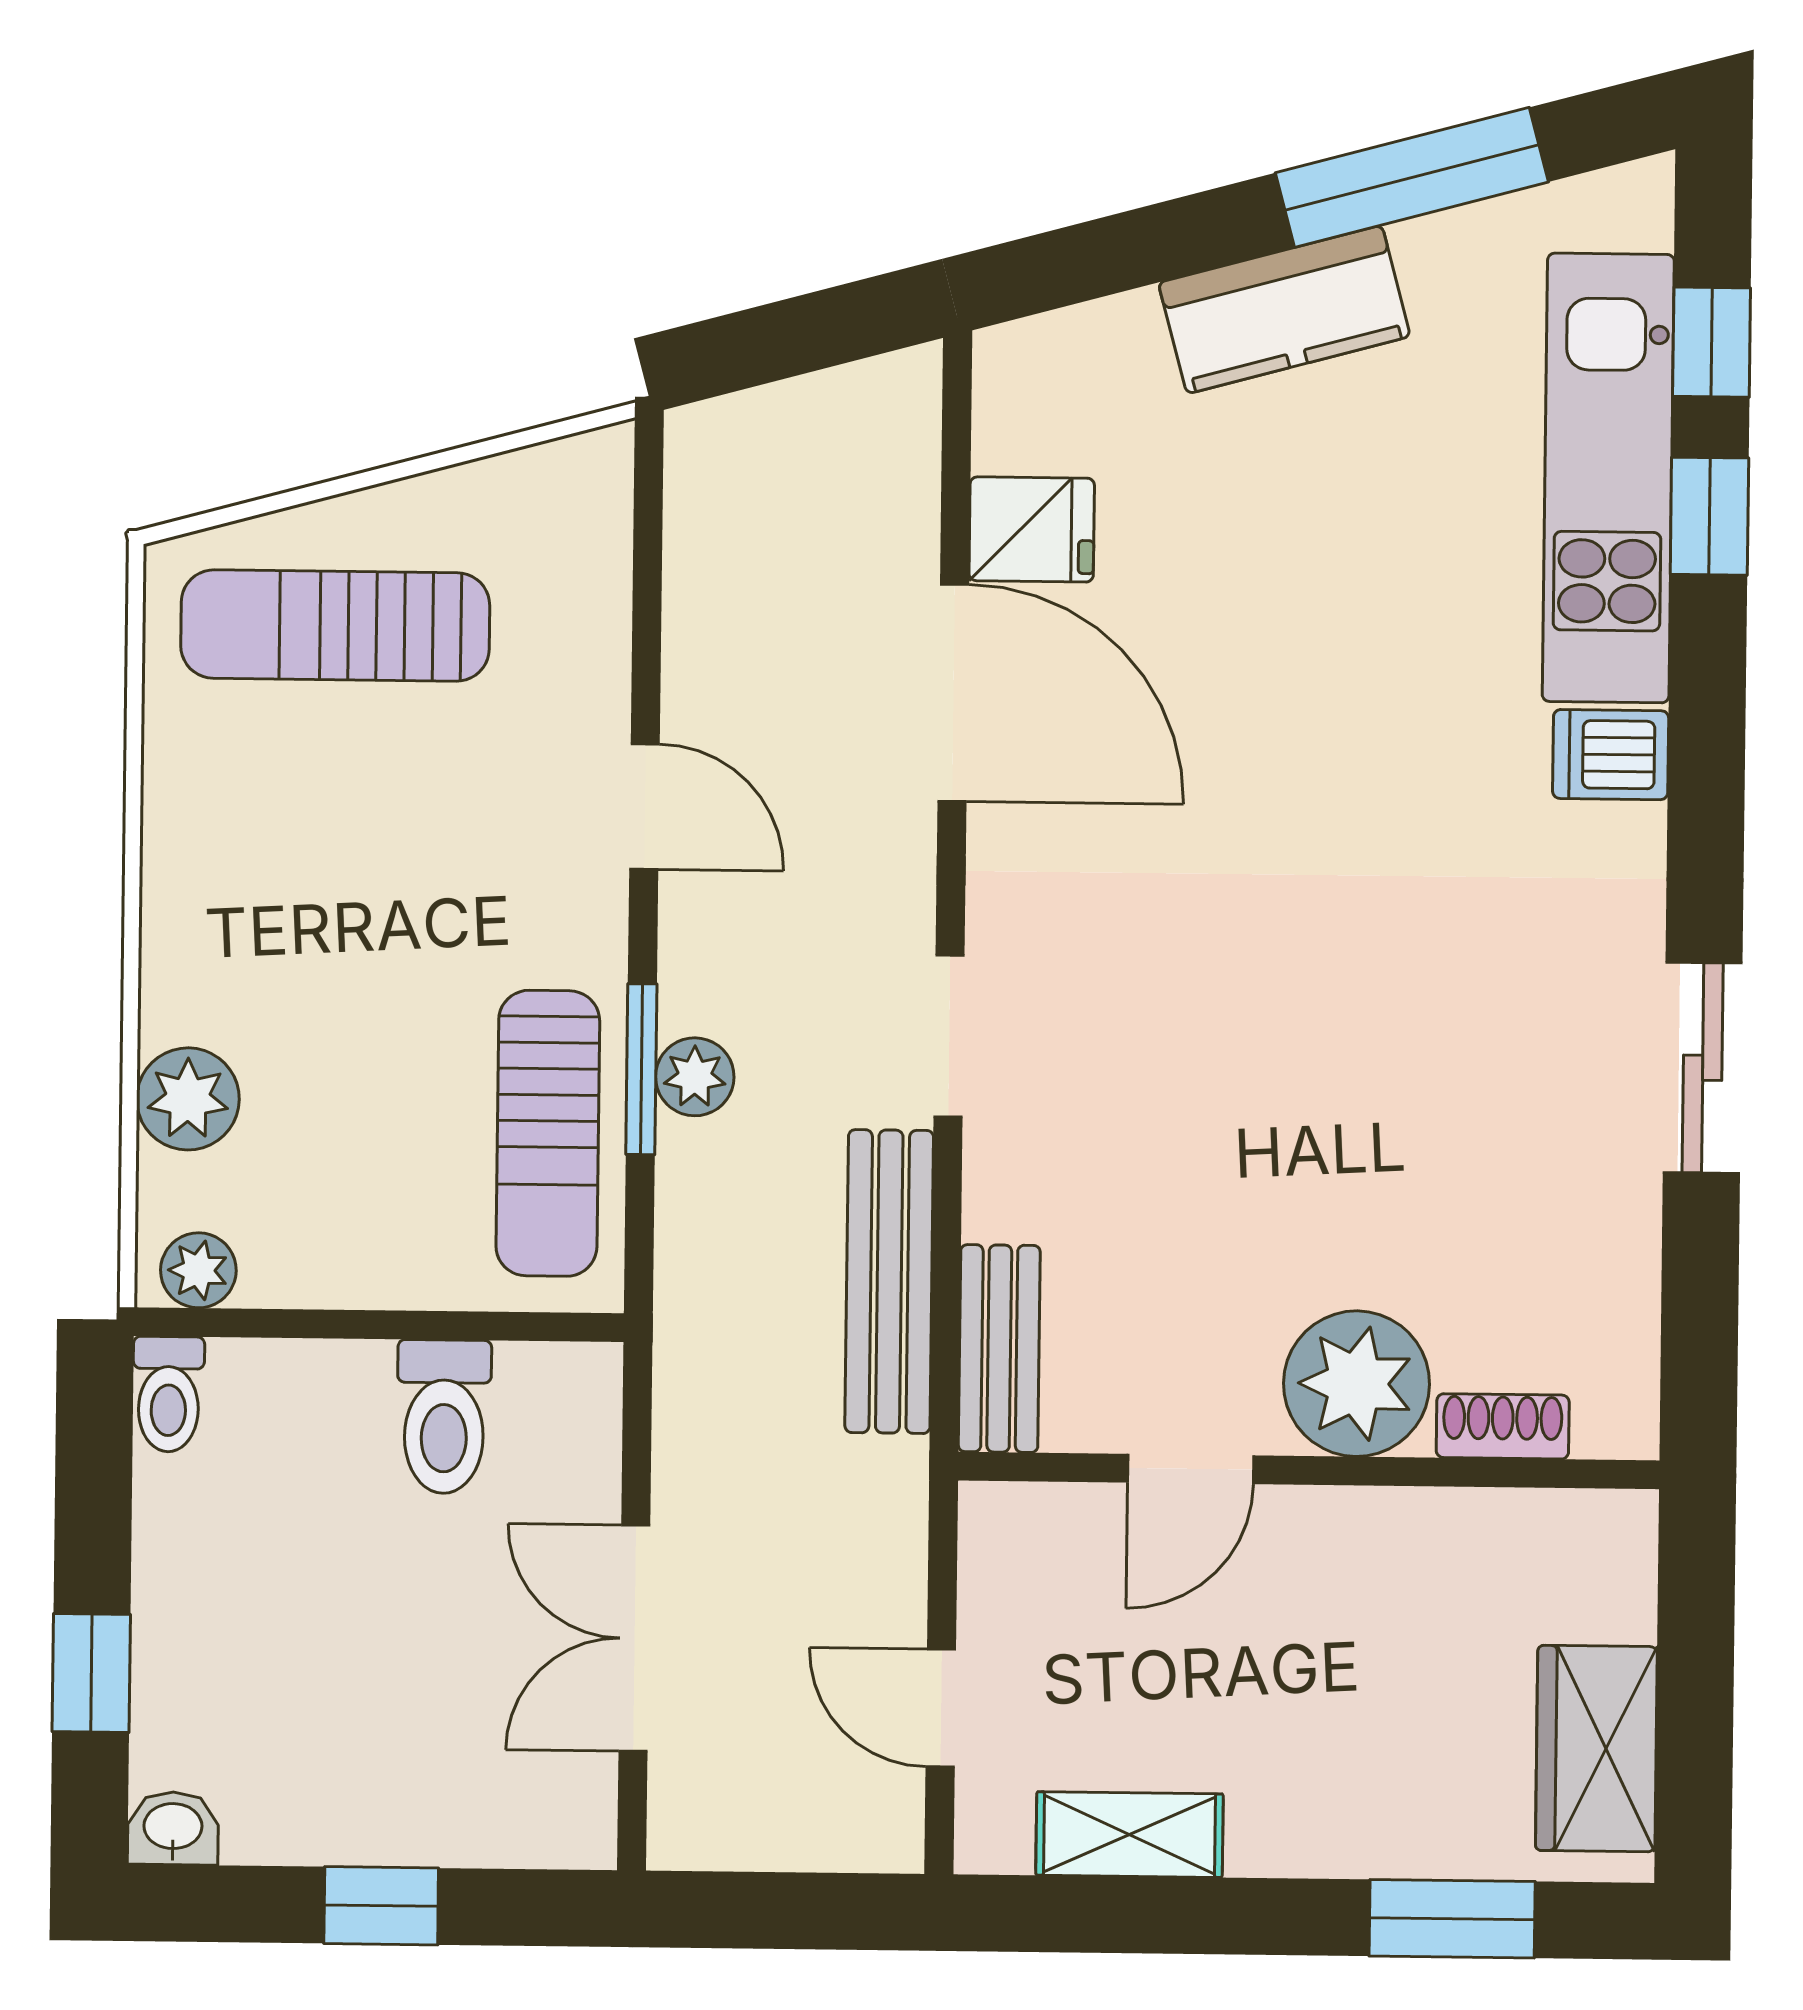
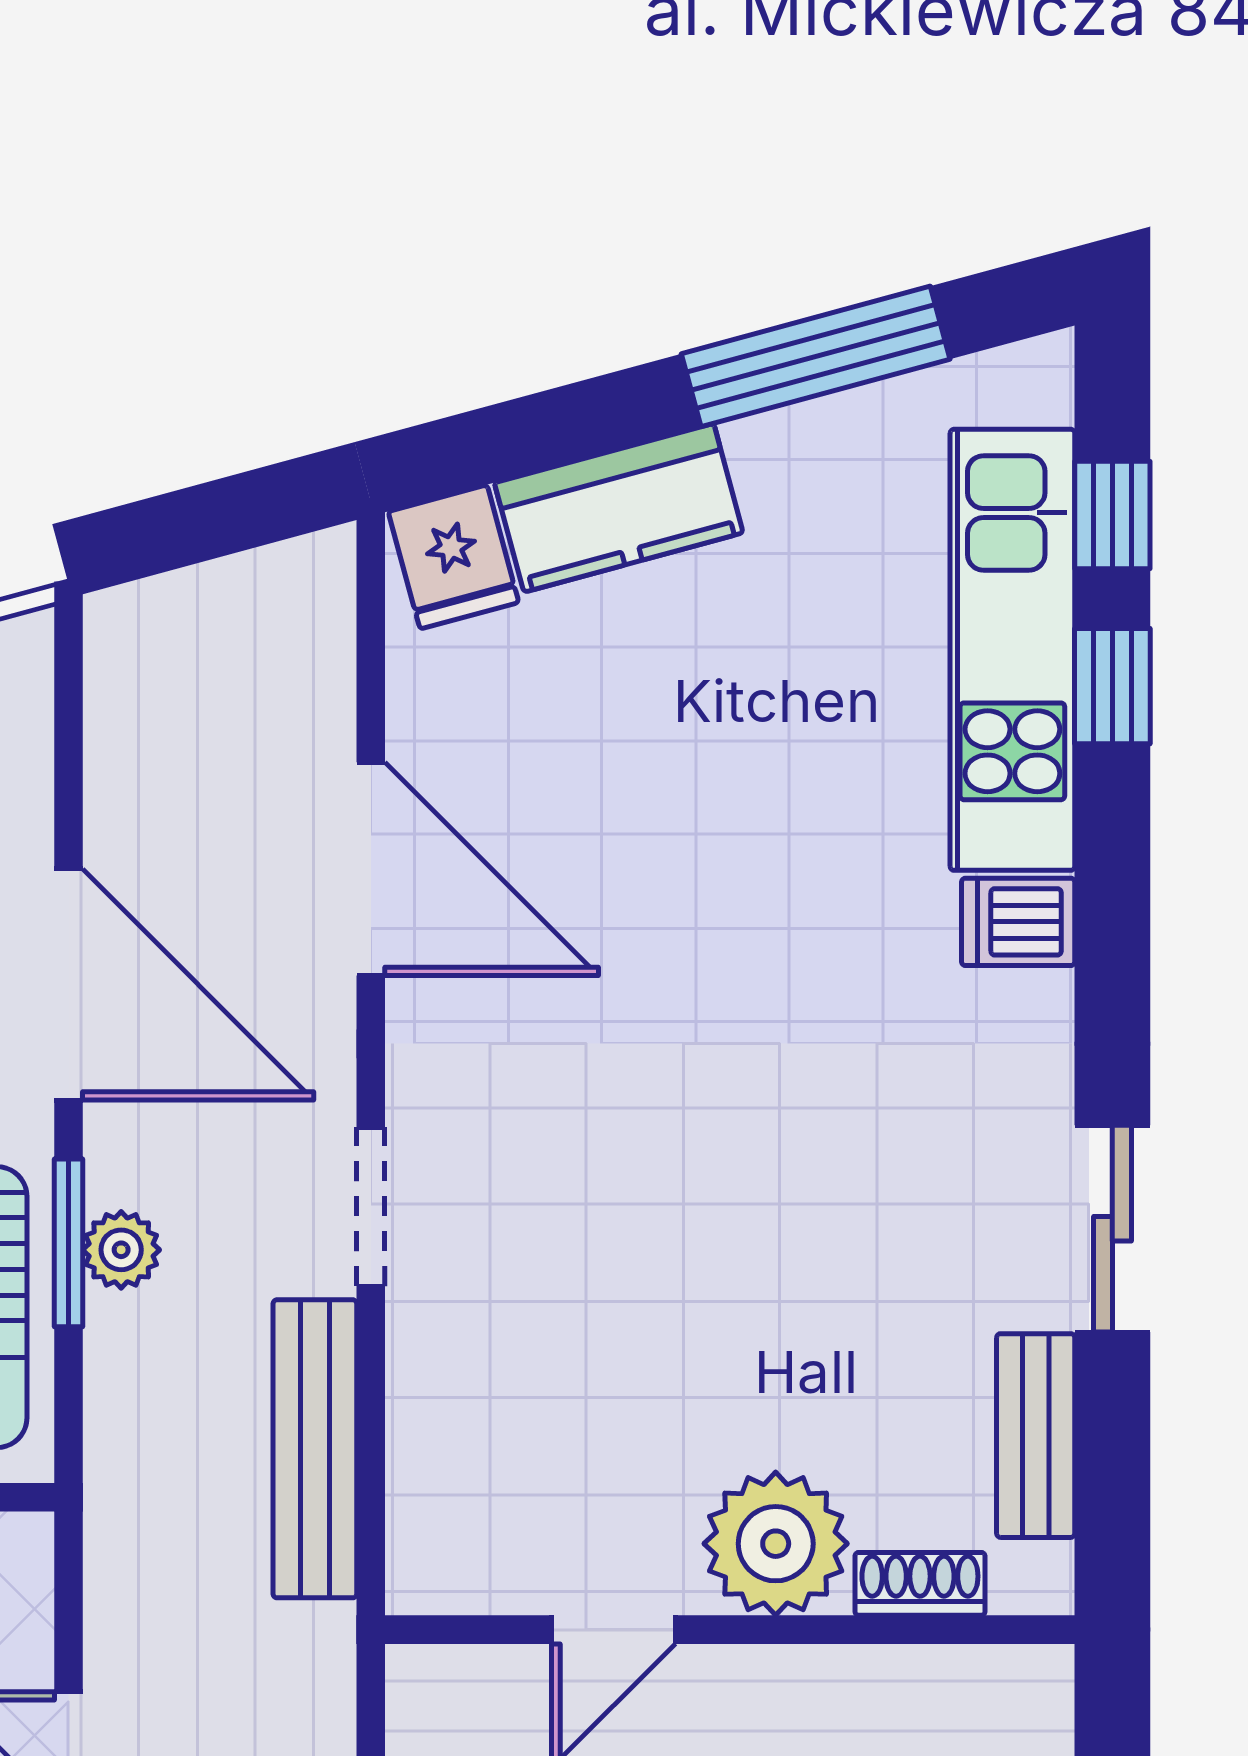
kitchen counter: (1284, 310) -> (619, 508), moved
fridge: (1032, 529) -> (454, 557), moved, turned 75
door: (645, 806) -> (68, 985), width x1.87
bench: (999, 1349) -> (1036, 1436), moved

